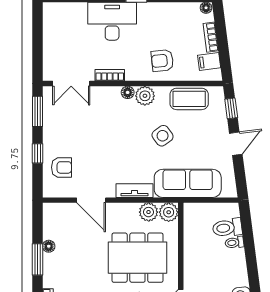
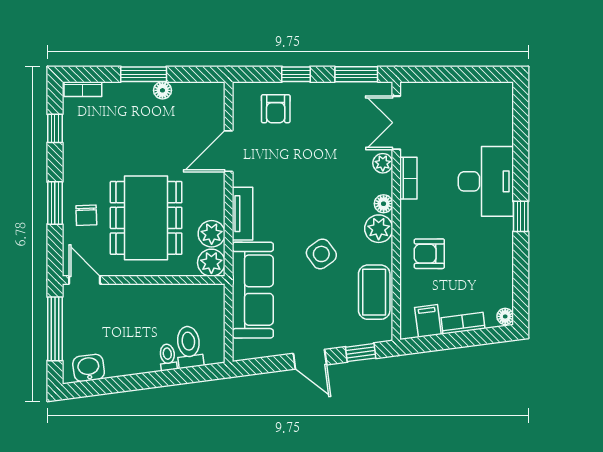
armchair: (162, 61) -> (429, 254), turned -84
plant: (99, 93) -> (383, 163), added

